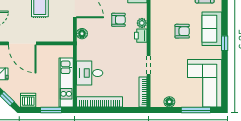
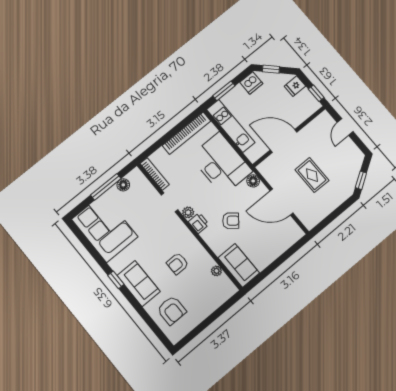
armchair: (118, 20) -> (231, 221), turned -141
plant: (142, 23) -> (188, 212), moved
armchair: (182, 31) -> (177, 264), moved
door: (22, 43) -> (284, 141), moved
desk: (90, 73) -> (221, 164), width x1.87, depth x1.30
window: (196, 110) -> (106, 187), moved

